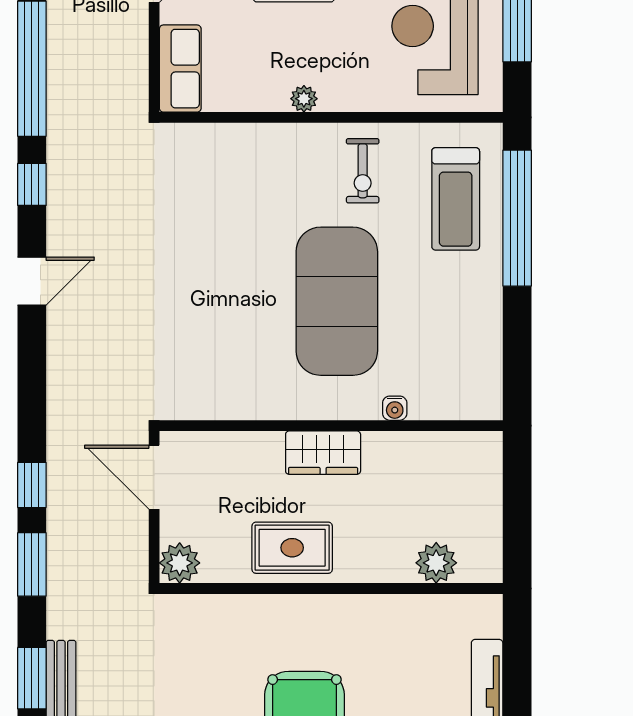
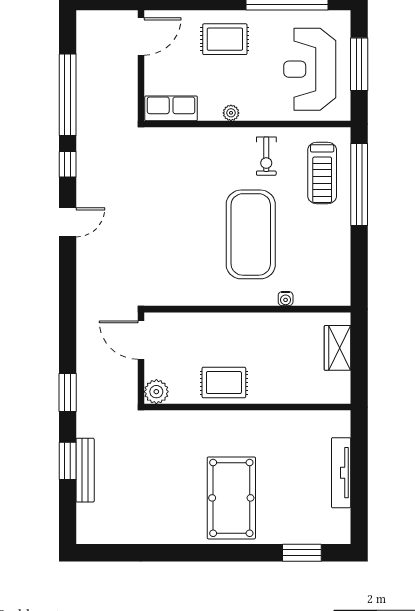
row of seats: (180, 69) -> (171, 108), moved, turned -90
wardrobe: (323, 453) -> (337, 348), moved, turned 90
window: (32, 485) -> (68, 345), removed
plant: (436, 563) -> (310, 392), removed

